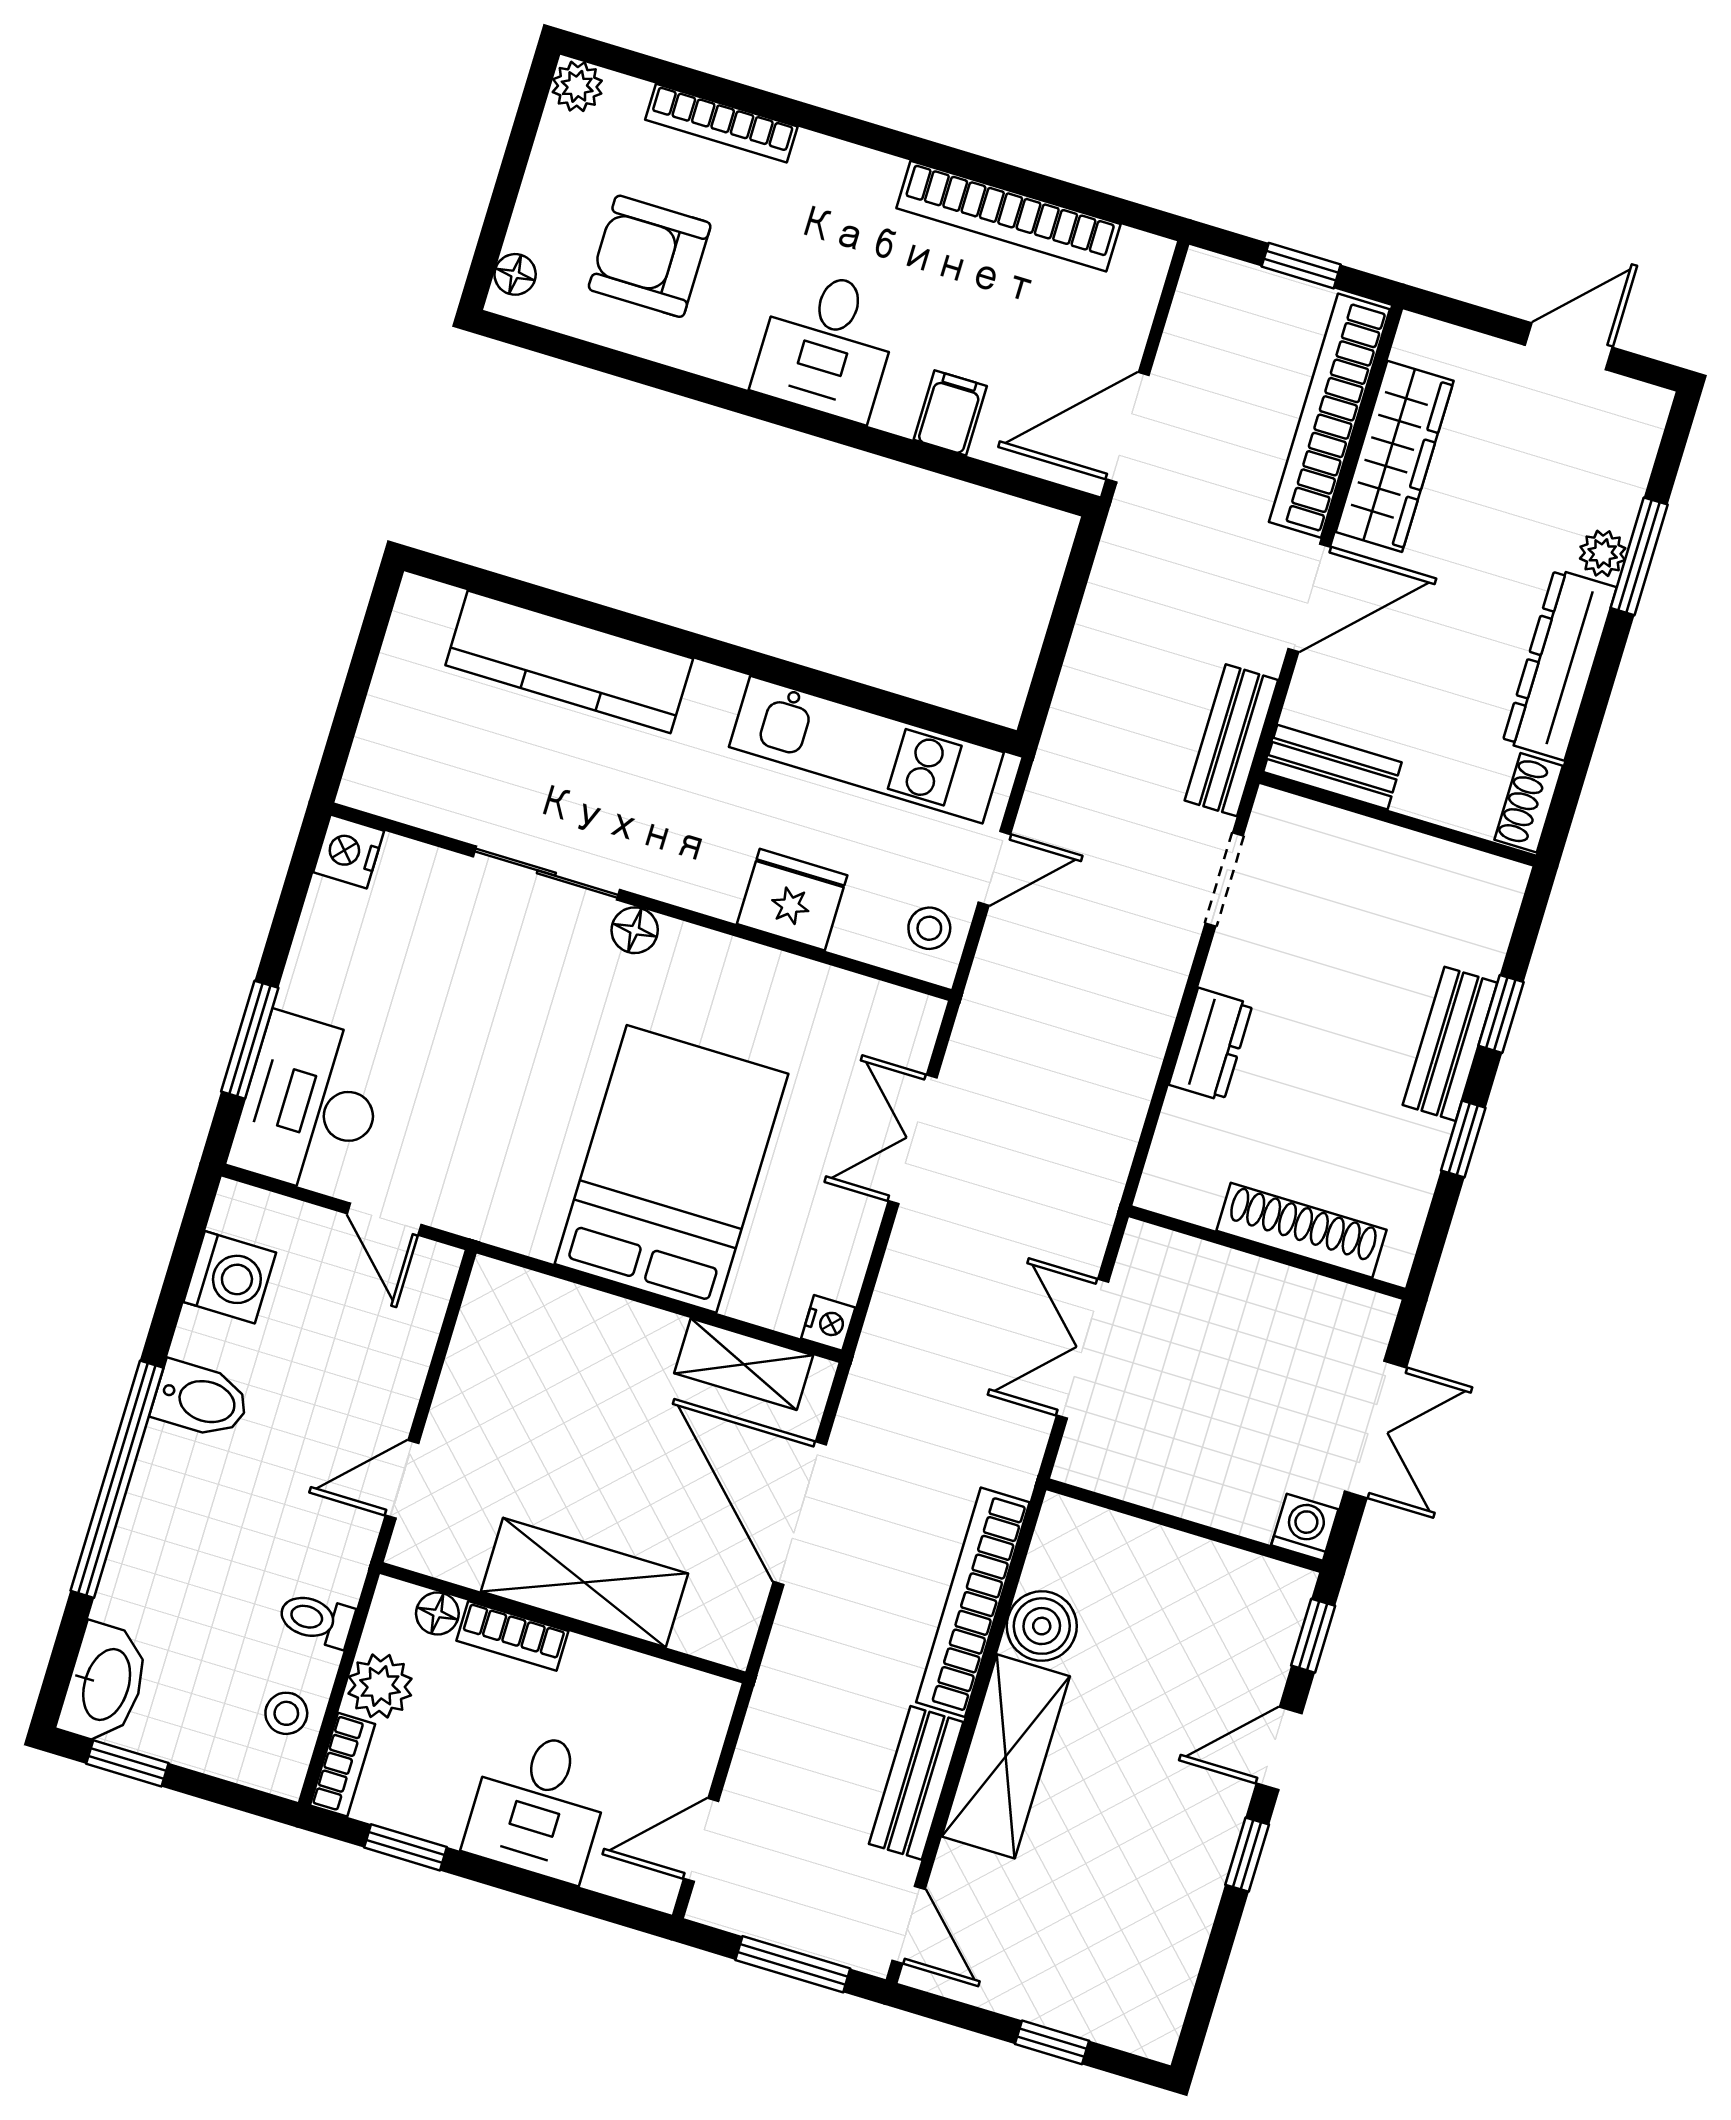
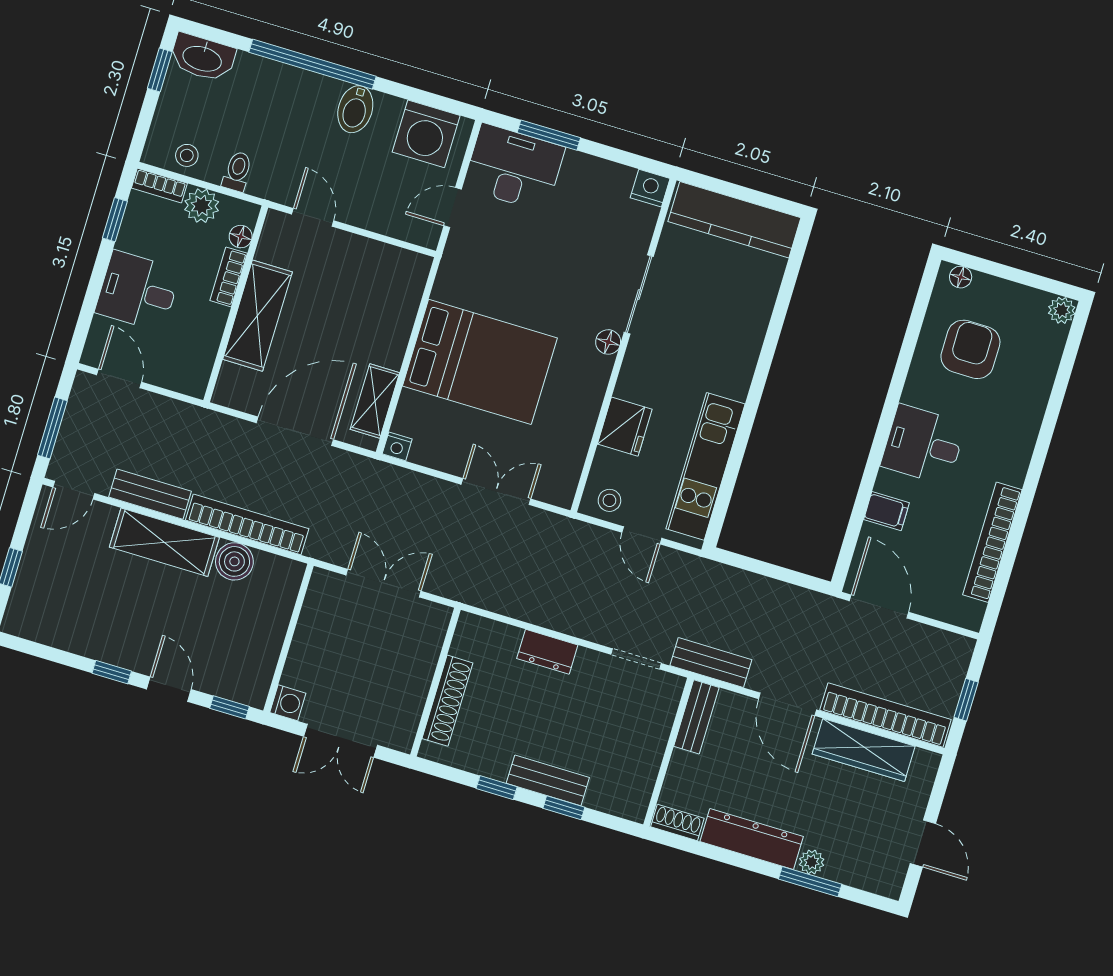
bookcase: (721, 123) -> (1042, 388), removed
kitchen counter: (569, 662) -> (734, 220), moved, turned -90
washing machine: (230, 1277) -> (426, 134), width x1.37, depth x1.37

